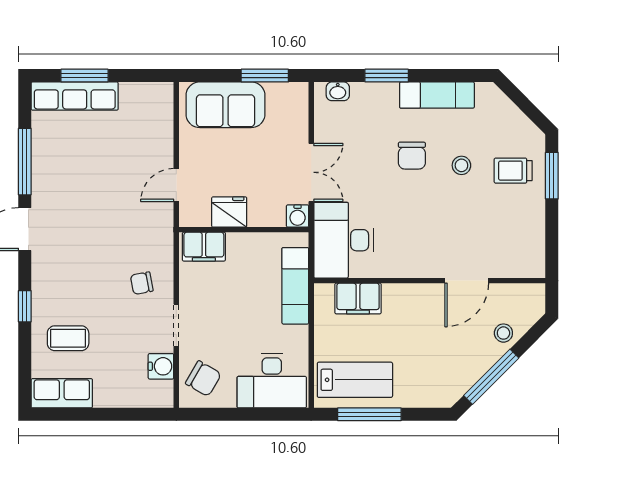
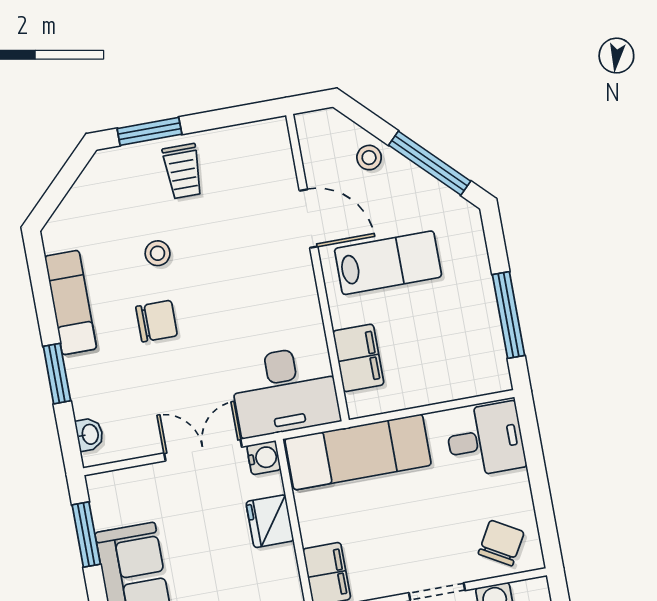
trolley: (513, 171) -> (183, 171), moved
fridge: (229, 212) -> (270, 521), moved
exam couch: (295, 286) -> (358, 452), width x1.36, depth x1.45
lab bench: (355, 380) -> (388, 263), moved, turned 90
desk: (272, 381) -> (485, 440), width x0.73

